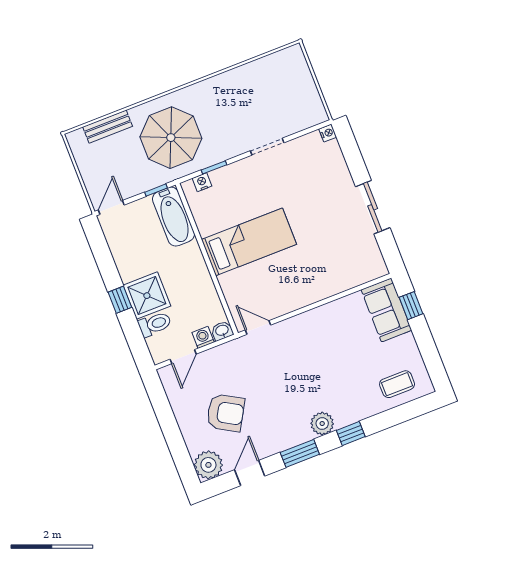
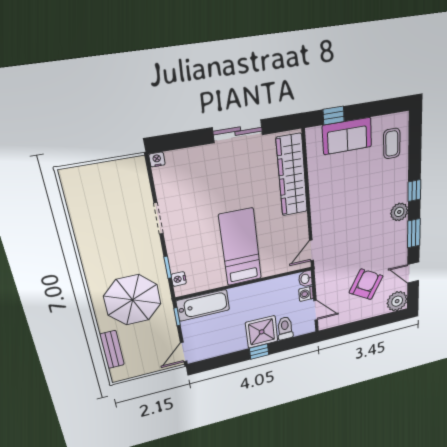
door: (111, 207) -> (184, 352), hinge flipped
wardrobe: (339, 278) -> (292, 175), added
sofa: (386, 310) -> (347, 136), moved

